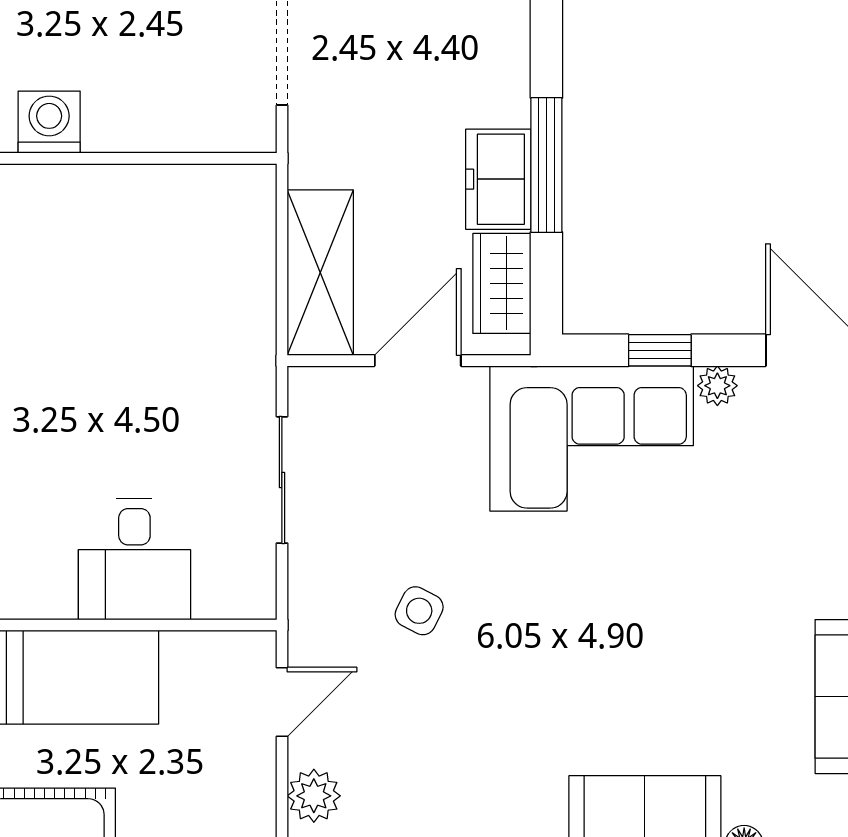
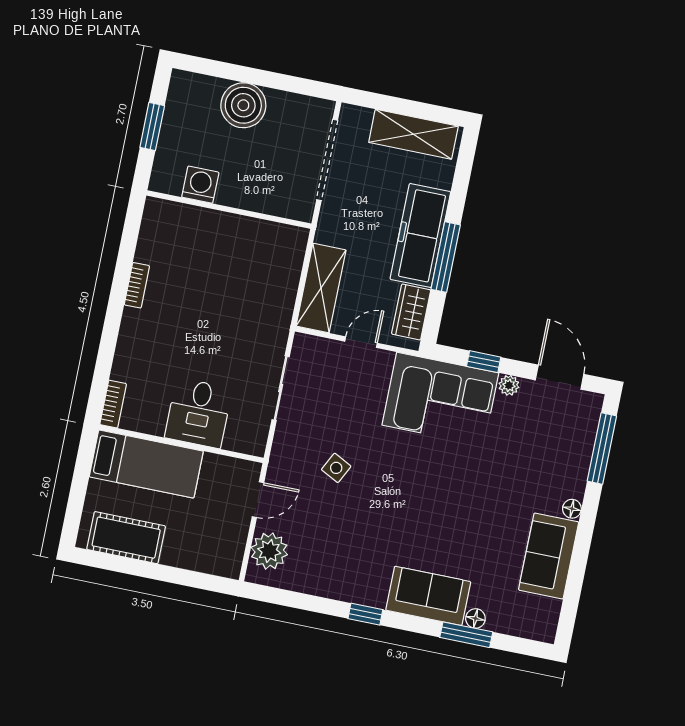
freezer: (498, 179) -> (420, 235), width x1.91, depth x1.26
door: (418, 361) -> (361, 342), width x0.73
plant: (314, 796) -> (269, 551), width x1.36, depth x1.36

